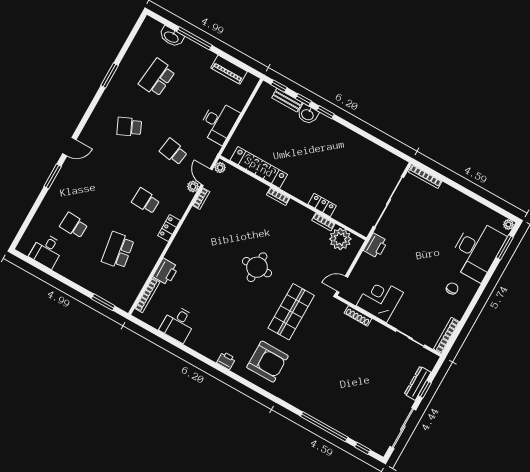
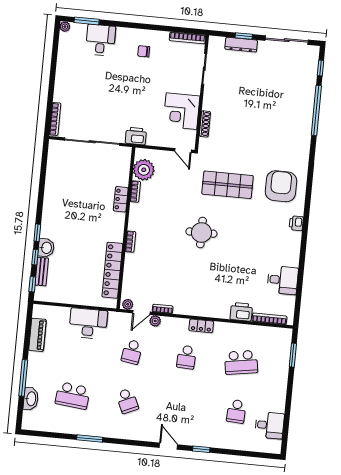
window: (53, 176) -> (201, 449), width x0.67
desk: (477, 250) -> (101, 40), width x0.53, depth x0.77

